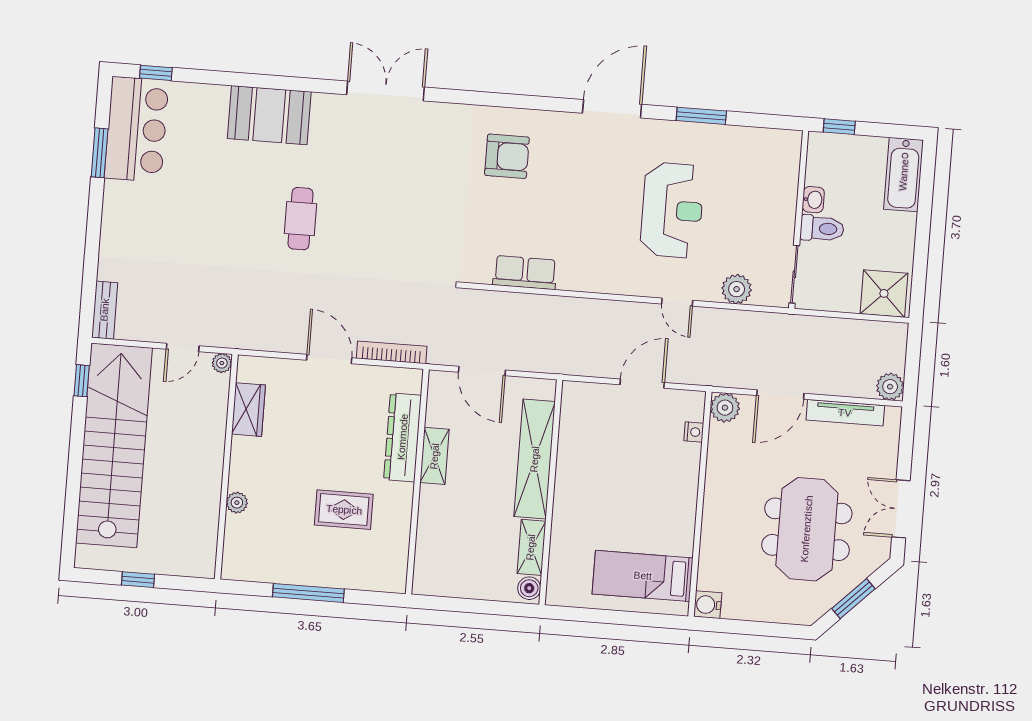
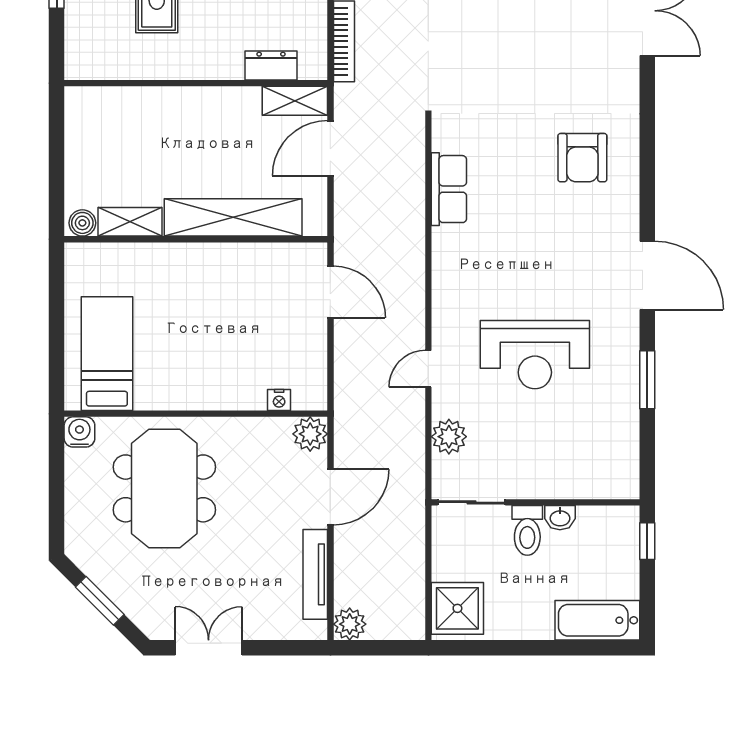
door: (642, 384) -> (330, 292), moved
door: (780, 394) -> (330, 497), swing flipped
dresser: (403, 437) -> (271, 66), width x0.51, depth x0.80
shelving: (435, 456) -> (295, 101), moved
meeting table: (807, 529) -> (164, 488), moved, turned 90

